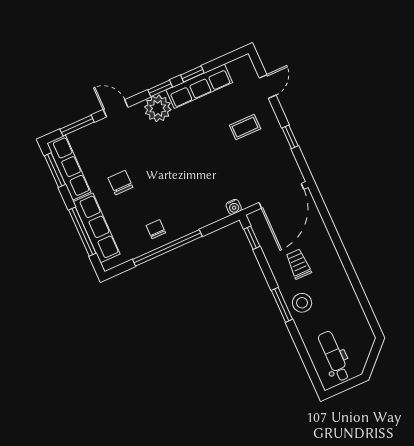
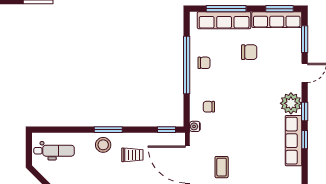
coffee table: (245, 127) -> (222, 167), moved
chair: (204, 201) -> (209, 107), added

